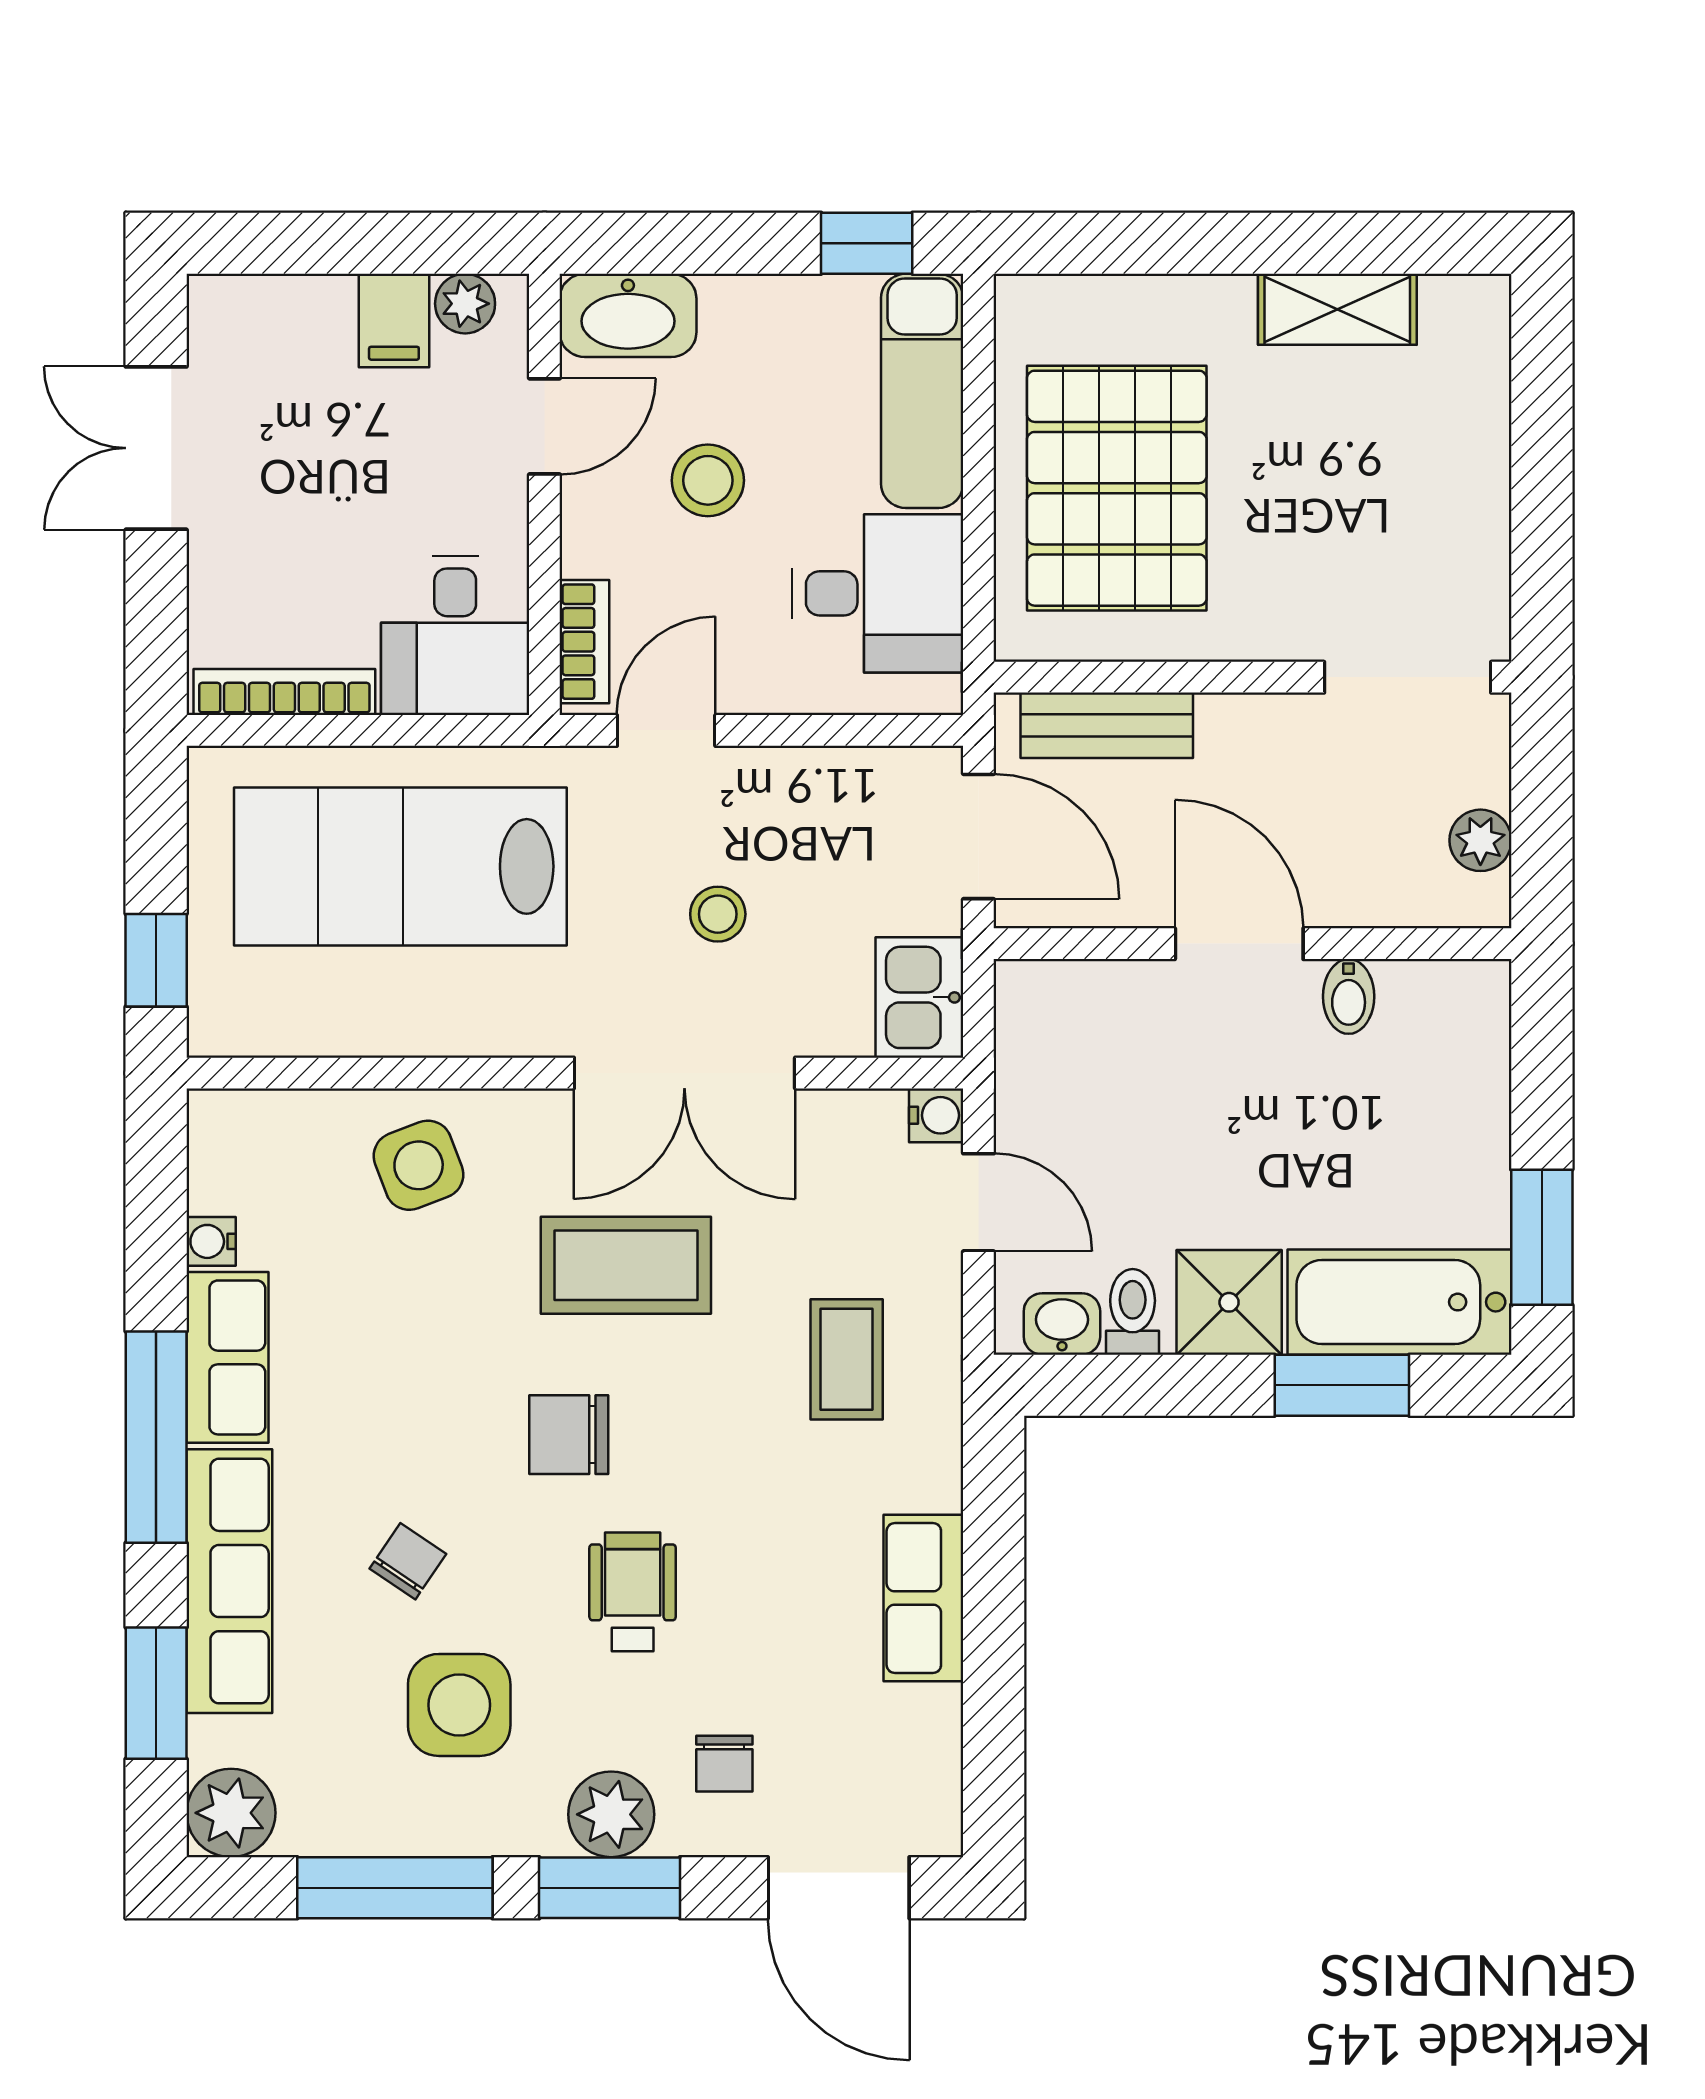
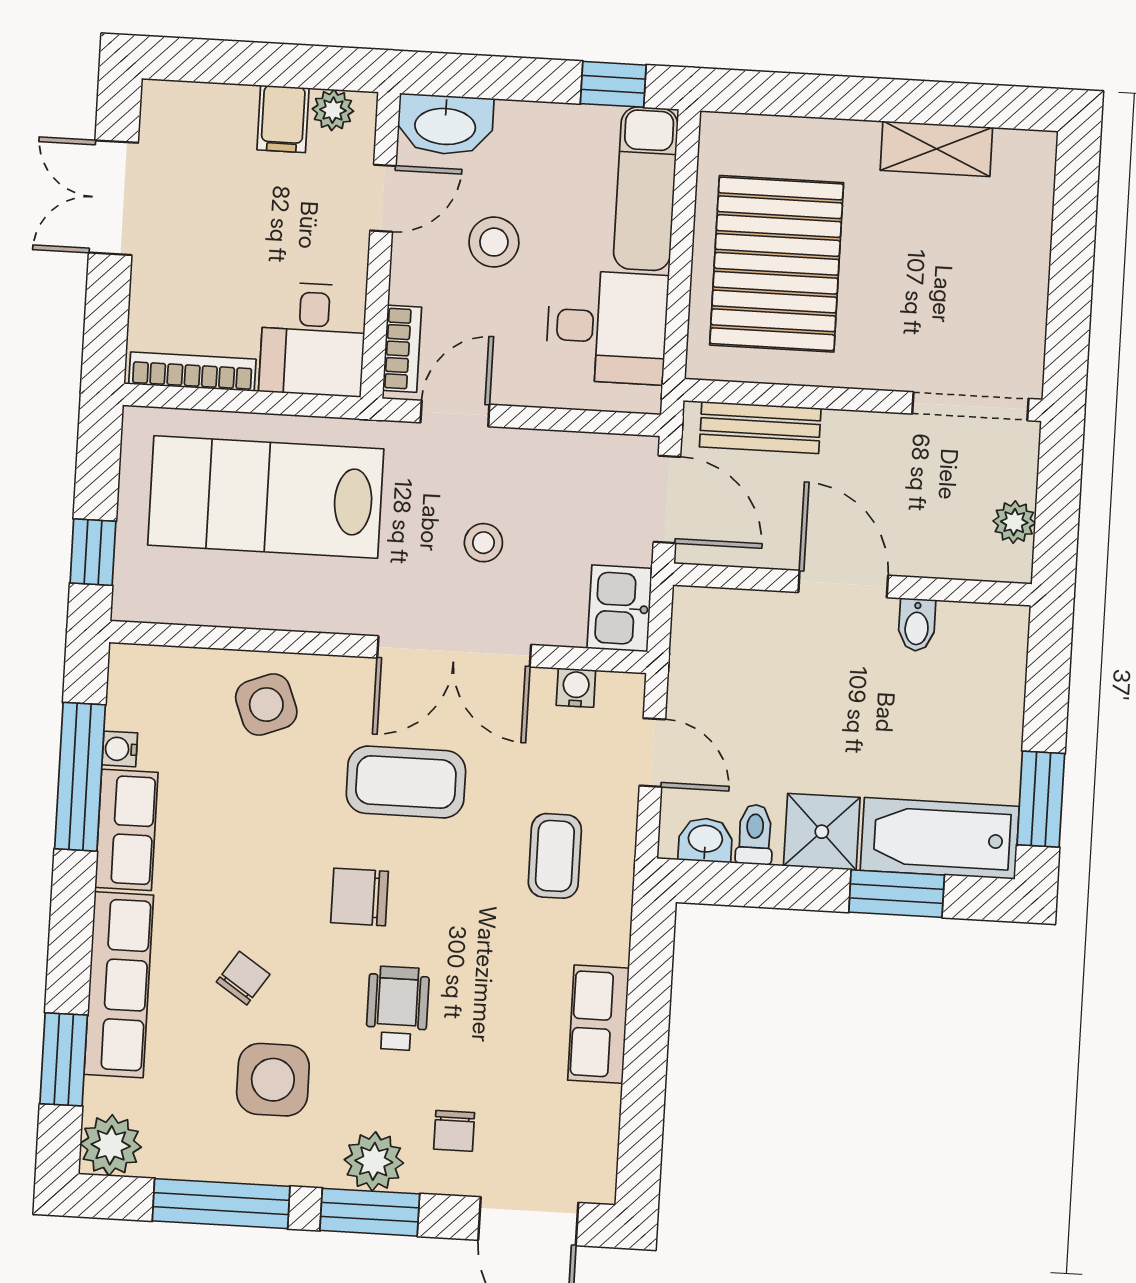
water cooler: (936, 1115) -> (576, 688), moved, turned -90
window: (156, 1437) -> (80, 777), moved

